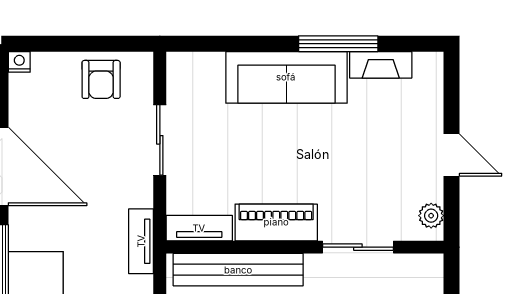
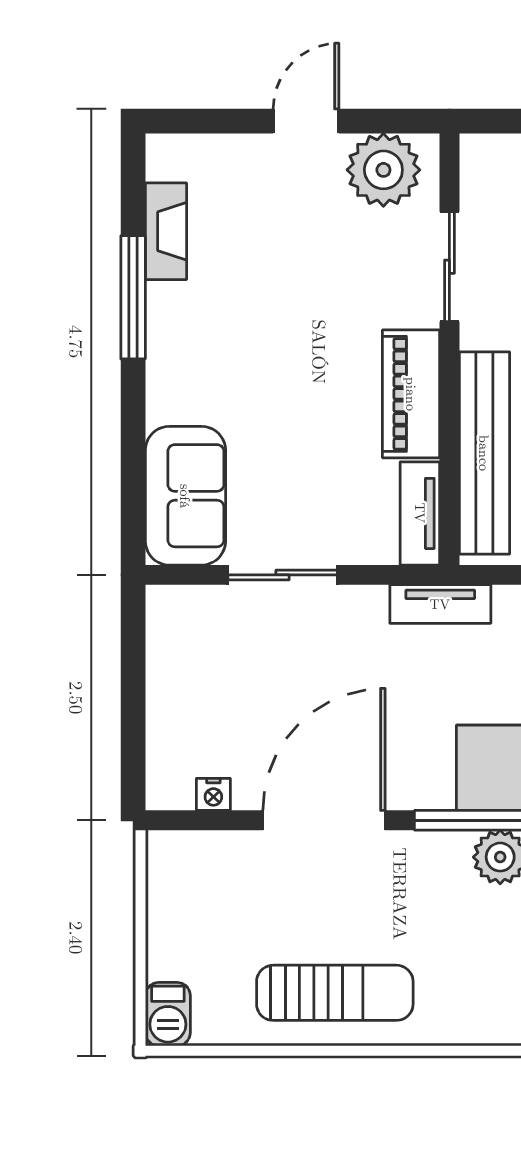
nightstand: (19, 62) -> (213, 794), moved, turned -90
sofa: (286, 77) -> (185, 496), moved, width x0.73
armchair: (101, 79) -> (189, 666), removed
plant: (431, 216) -> (383, 170), width x1.87, depth x1.87

